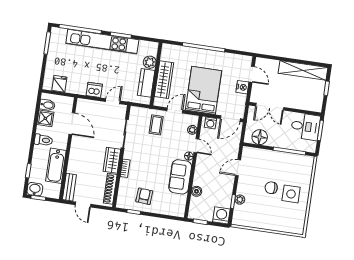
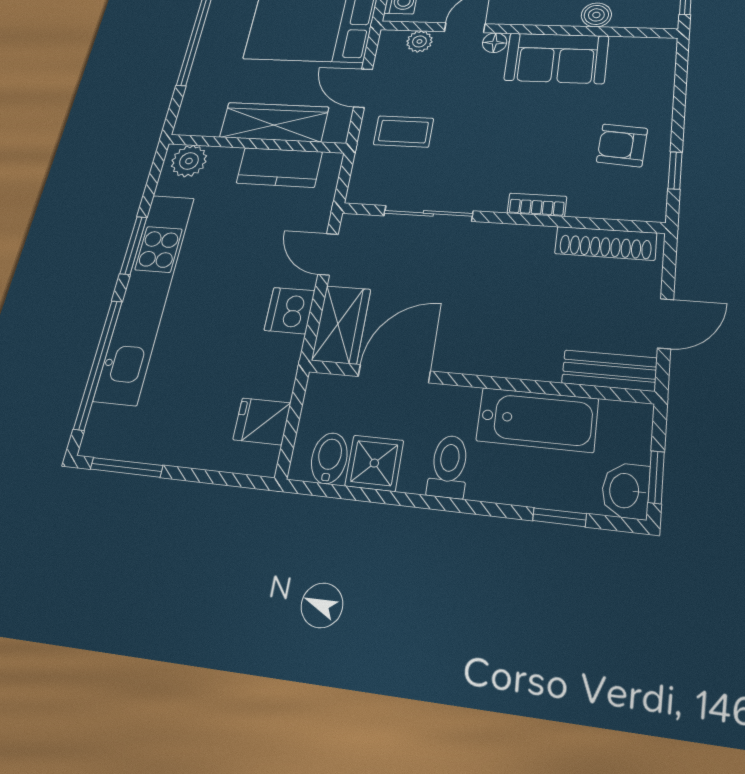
plant: (150, 62) -> (189, 161), moved
wardrobe: (112, 160) -> (341, 325), moved, turned -90

